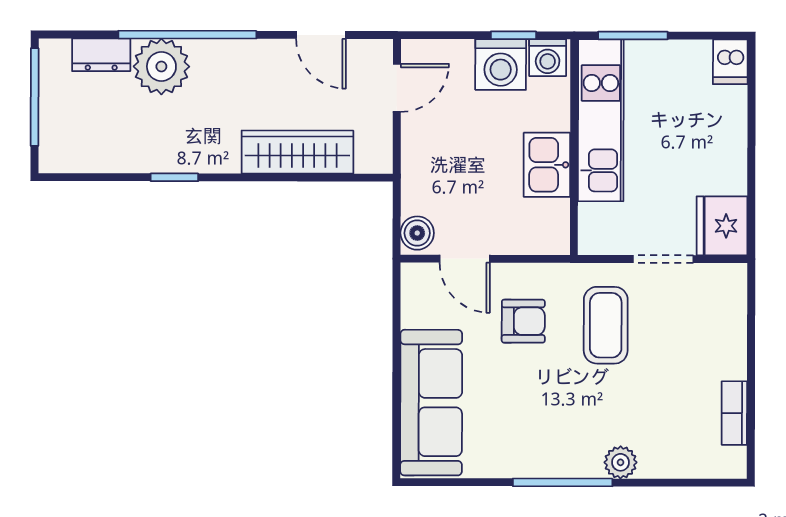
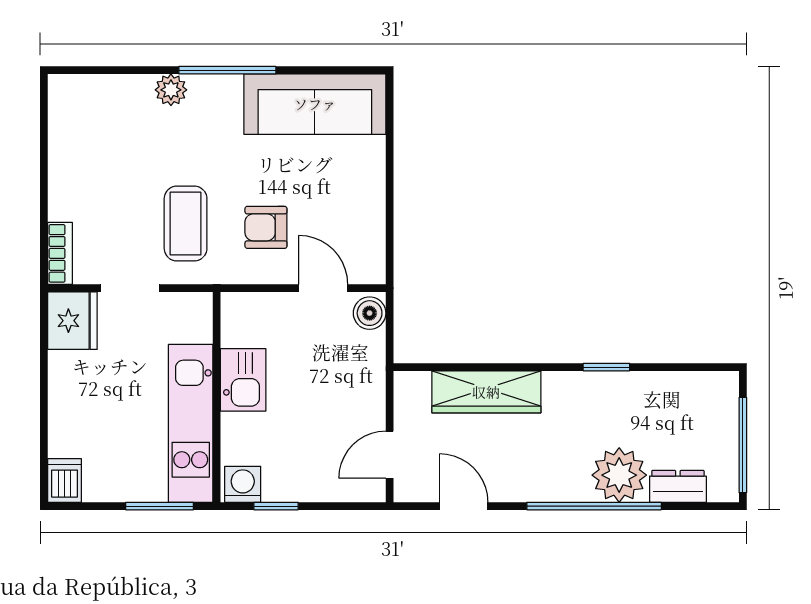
washing machine: (501, 64) -> (288, 478), removed
sofa: (431, 403) -> (315, 104), moved, turned -90
bookcase: (734, 413) -> (60, 253), moved

